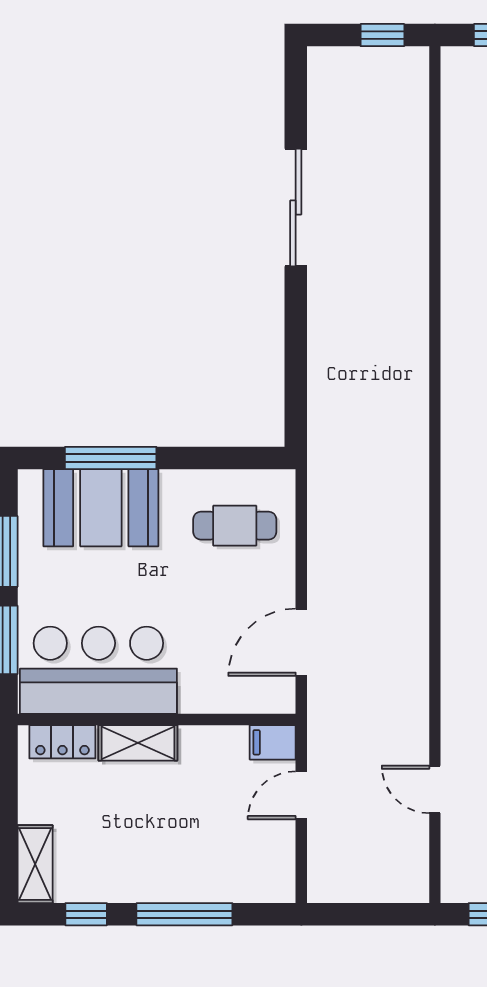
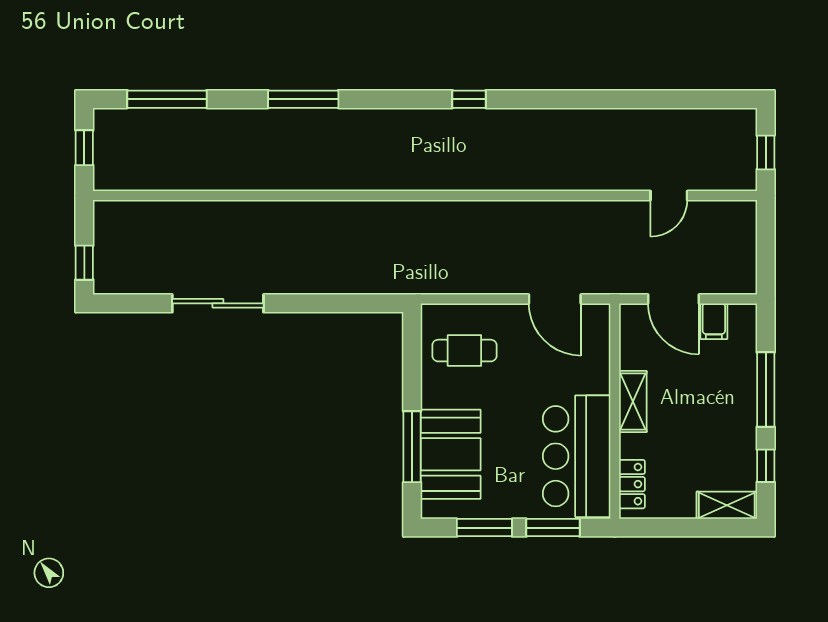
window: (382, 35) -> (84, 263), moved
cafe table: (235, 526) -> (464, 351), turned 90
filing cabinet: (273, 742) -> (714, 321), moved
shelving: (138, 743) -> (633, 402), moved
door: (301, 795) -> (673, 299), width x1.38

